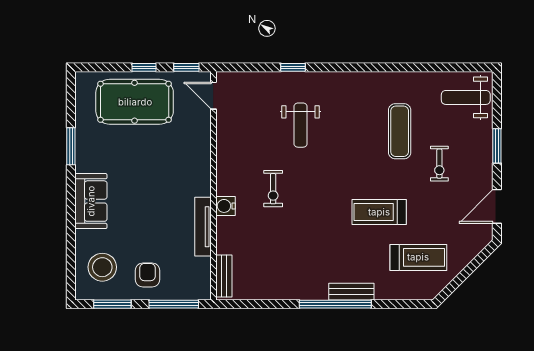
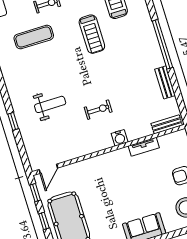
tv unit: (203, 227) -> (144, 147), width x0.71
bench: (351, 292) -> (165, 82), moved

